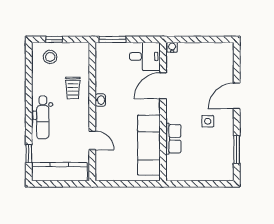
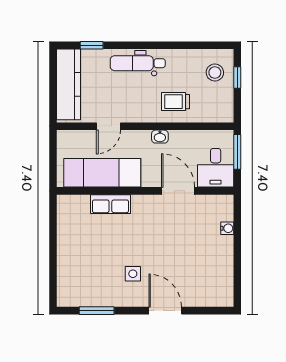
desk: (145, 56) -> (216, 168), moved
door: (163, 86) -> (178, 191), moved
wall: (163, 112) -> (145, 191), moved
row of seats: (173, 139) -> (110, 204), moved
exam couch: (149, 145) -> (102, 173), moved

